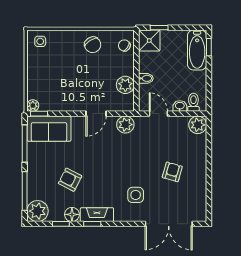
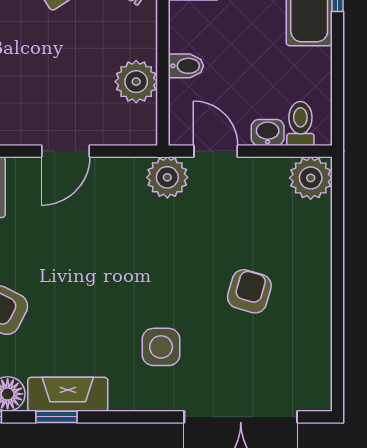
plant: (125, 125) -> (167, 177), moved

